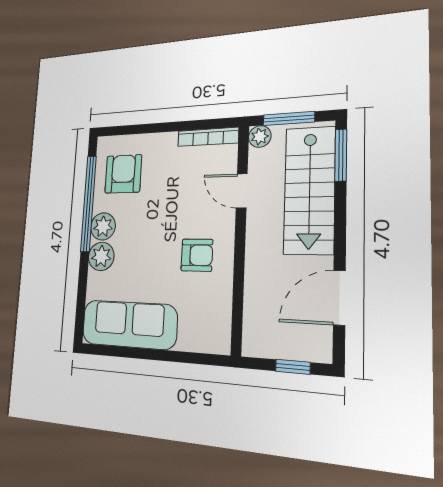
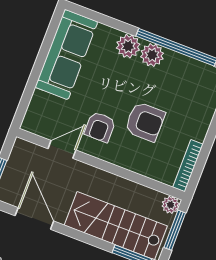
armchair: (123, 174) -> (145, 122), moved
door: (242, 191) -> (62, 149), moved

